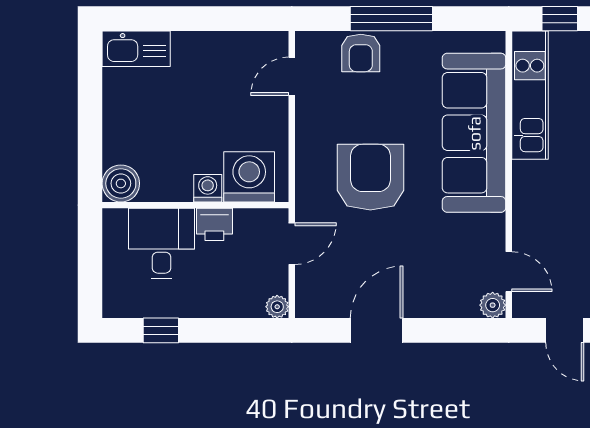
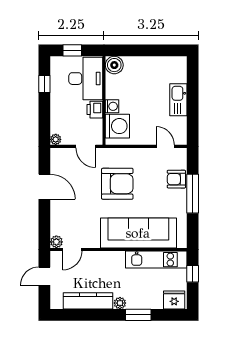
kitchen sink: (136, 49) -> (178, 100), moved
desk: (161, 244) -> (86, 79), width x1.37
window: (90, 272) -> (72, 50), added

